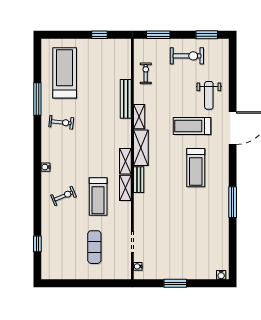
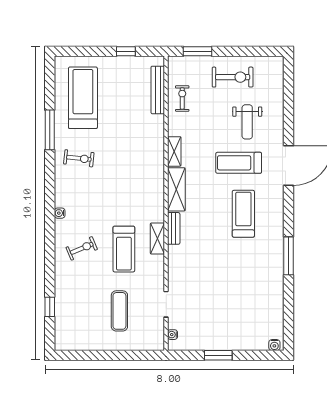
window: (207, 35) -> (257, 51), removed
weight bench: (209, 95) -> (247, 122), moved
bench: (126, 99) -> (158, 90), moved
shelving: (125, 161) -> (157, 206), removed
treadmill: (196, 168) -> (243, 214), turned 180

